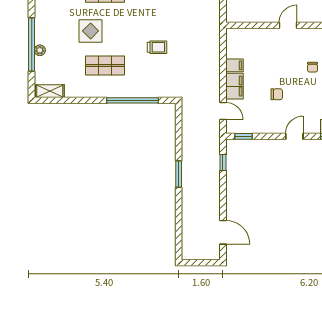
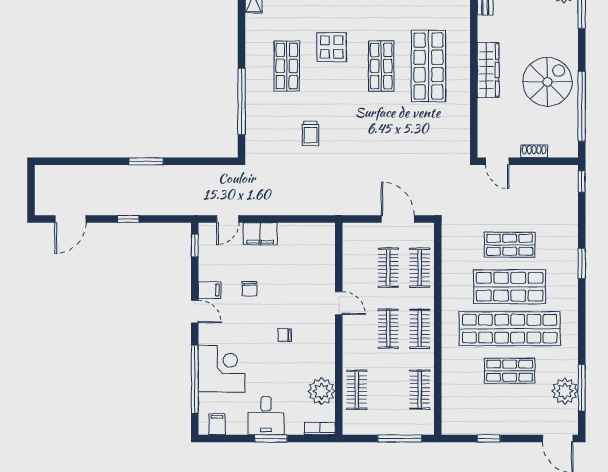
filing cabinet: (234, 65) -> (210, 290), moved, turned -90
window: (223, 163) -> (128, 219), moved

